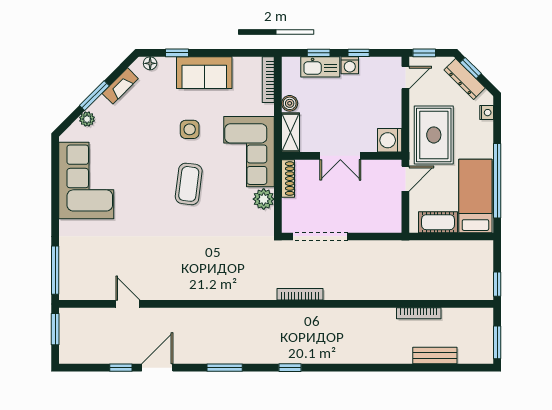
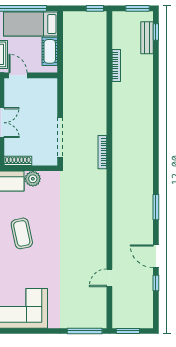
coffee table: (189, 184) -> (22, 233), turned 71
bench: (435, 355) -> (147, 38), moved
window: (290, 368) -> (156, 32), moved

